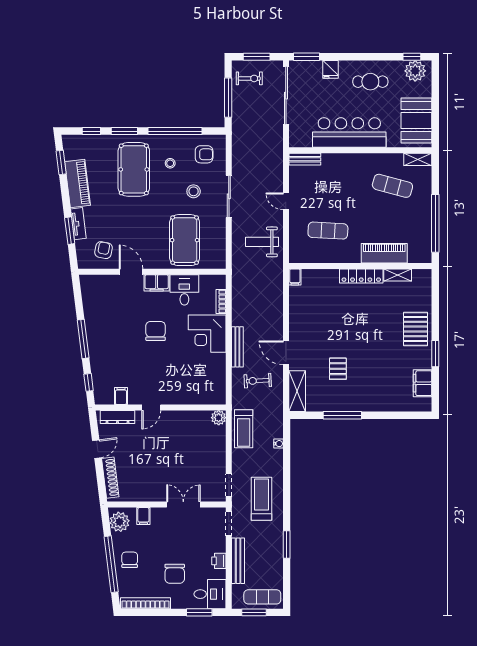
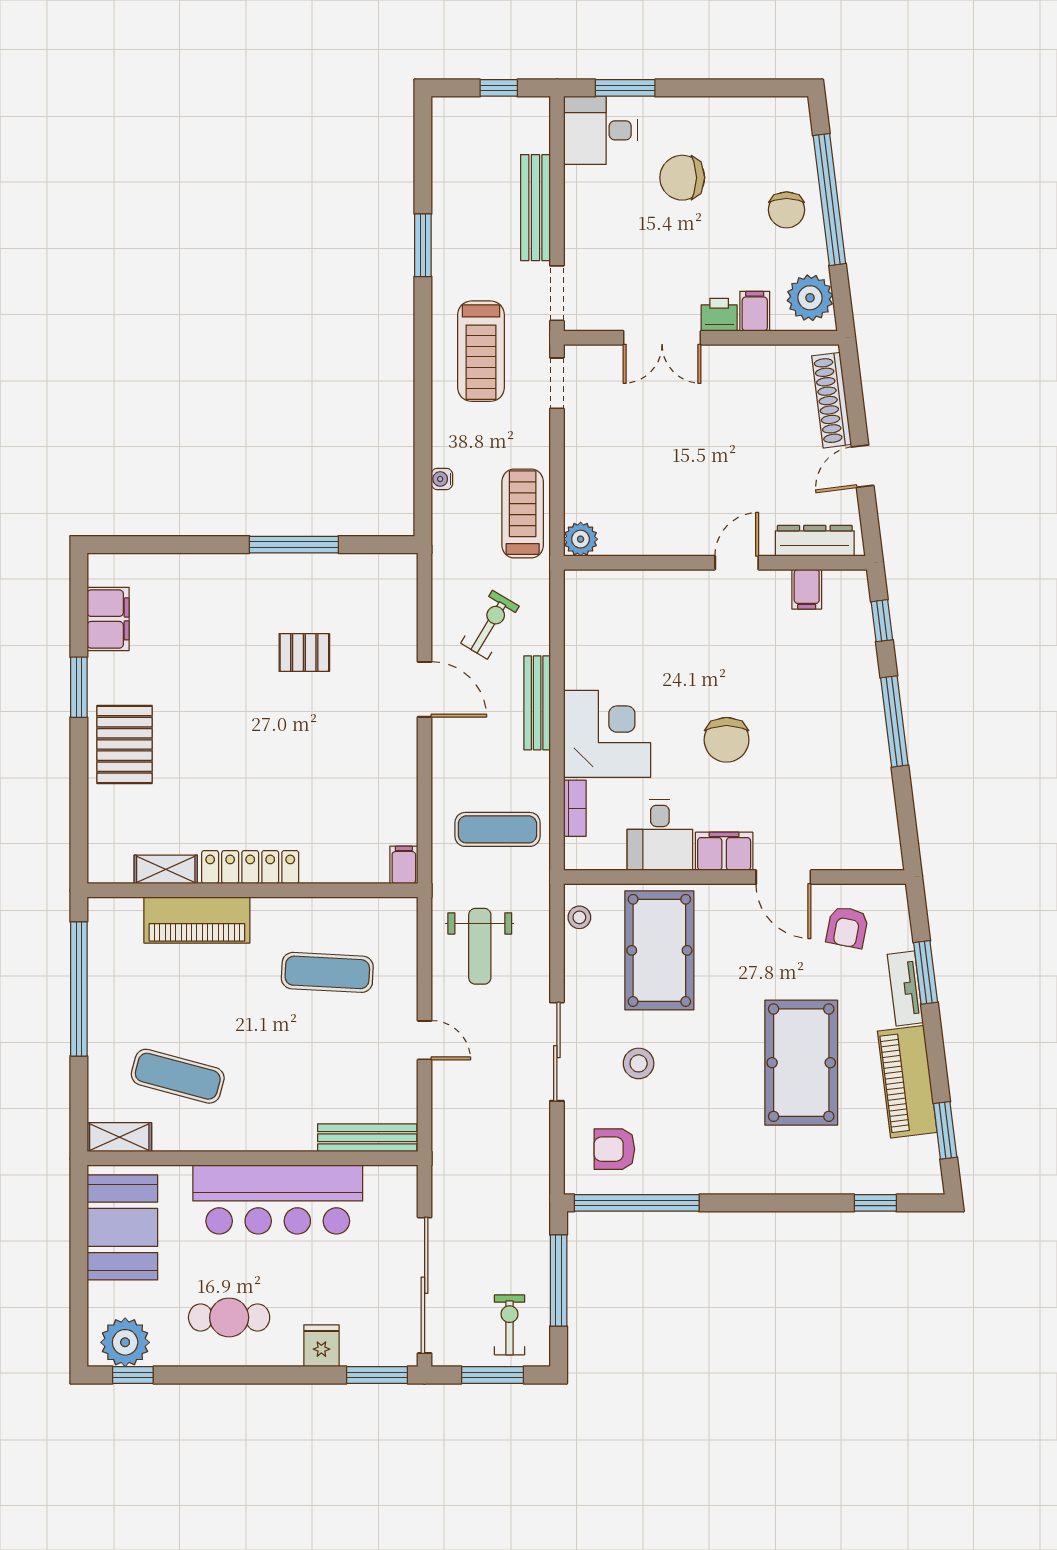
exercise bike: (249, 78) -> (510, 1325), turned 90
window: (124, 131) -> (799, 1203), removed
window: (175, 131) -> (637, 1203), moved
bench: (305, 159) -> (367, 1138), width x1.36
stool: (170, 163) -> (579, 917), moved
pool table: (134, 169) -> (801, 1063), moved
weight bench: (262, 242) -> (480, 946), turned 90
pallet: (338, 369) -> (304, 652), turned 90
exercise bike: (258, 381) -> (490, 625), turned -56
shelving: (297, 391) -> (399, 601), removed
printer: (219, 561) -> (719, 315), moved, turned -90
chair: (175, 574) -> (682, 178), turned -90
exercise mat: (262, 597) -> (497, 829), moved
bookcase: (145, 603) -> (750, 109), removed
window: (254, 612) -> (499, 88), width x0.67

